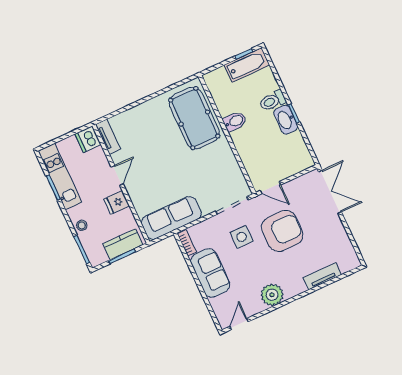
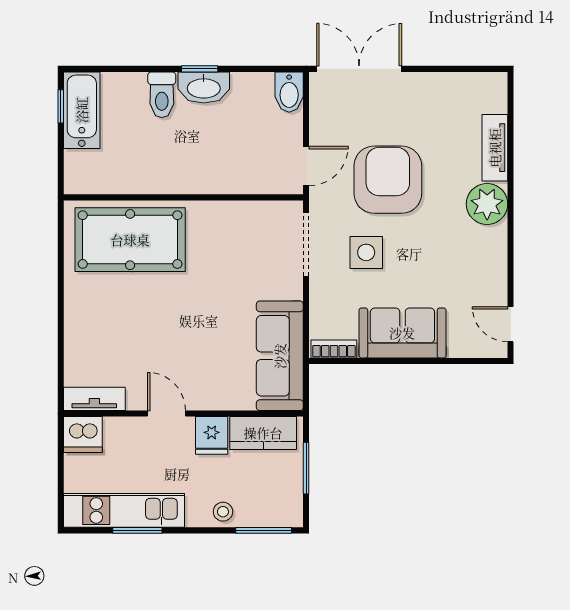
bidet: (235, 121) -> (289, 92), moved, turned 180
kitchen counter: (123, 244) -> (263, 433), moved, turned -90
plant: (272, 295) -> (487, 204), moved

